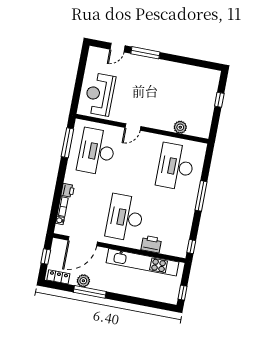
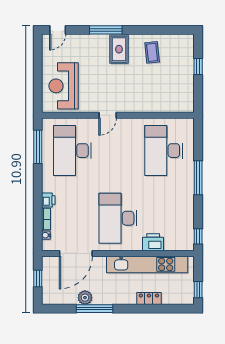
door: (118, 48) -> (58, 30), moved
rug: (154, 72) -> (119, 49), added
coffee table: (182, 80) -> (152, 52), added
plant: (180, 127) -> (160, 106), removed
locker: (58, 277) -> (149, 299), moved

